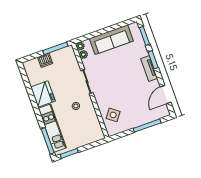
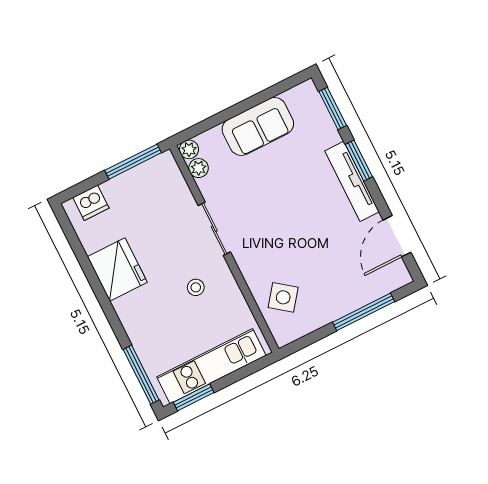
sofa: (111, 40) -> (258, 126), width x0.73
dishwasher: (45, 60) -> (91, 203), moved
tv unit: (149, 68) -> (352, 181), width x1.41
kitchen unit: (52, 128) -> (211, 366), moved, turned -90

